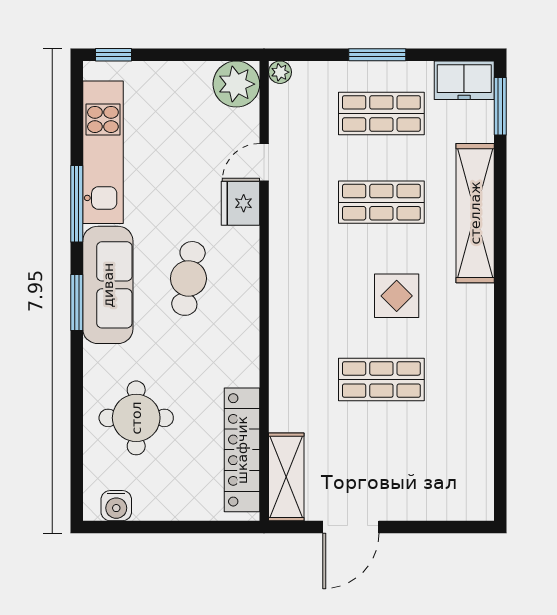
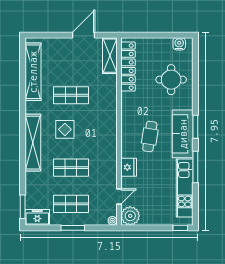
door: (264, 162) -> (119, 197), moved
shelving: (475, 213) -> (33, 143), moved
shelving: (475, 437) -> (33, 72), added

